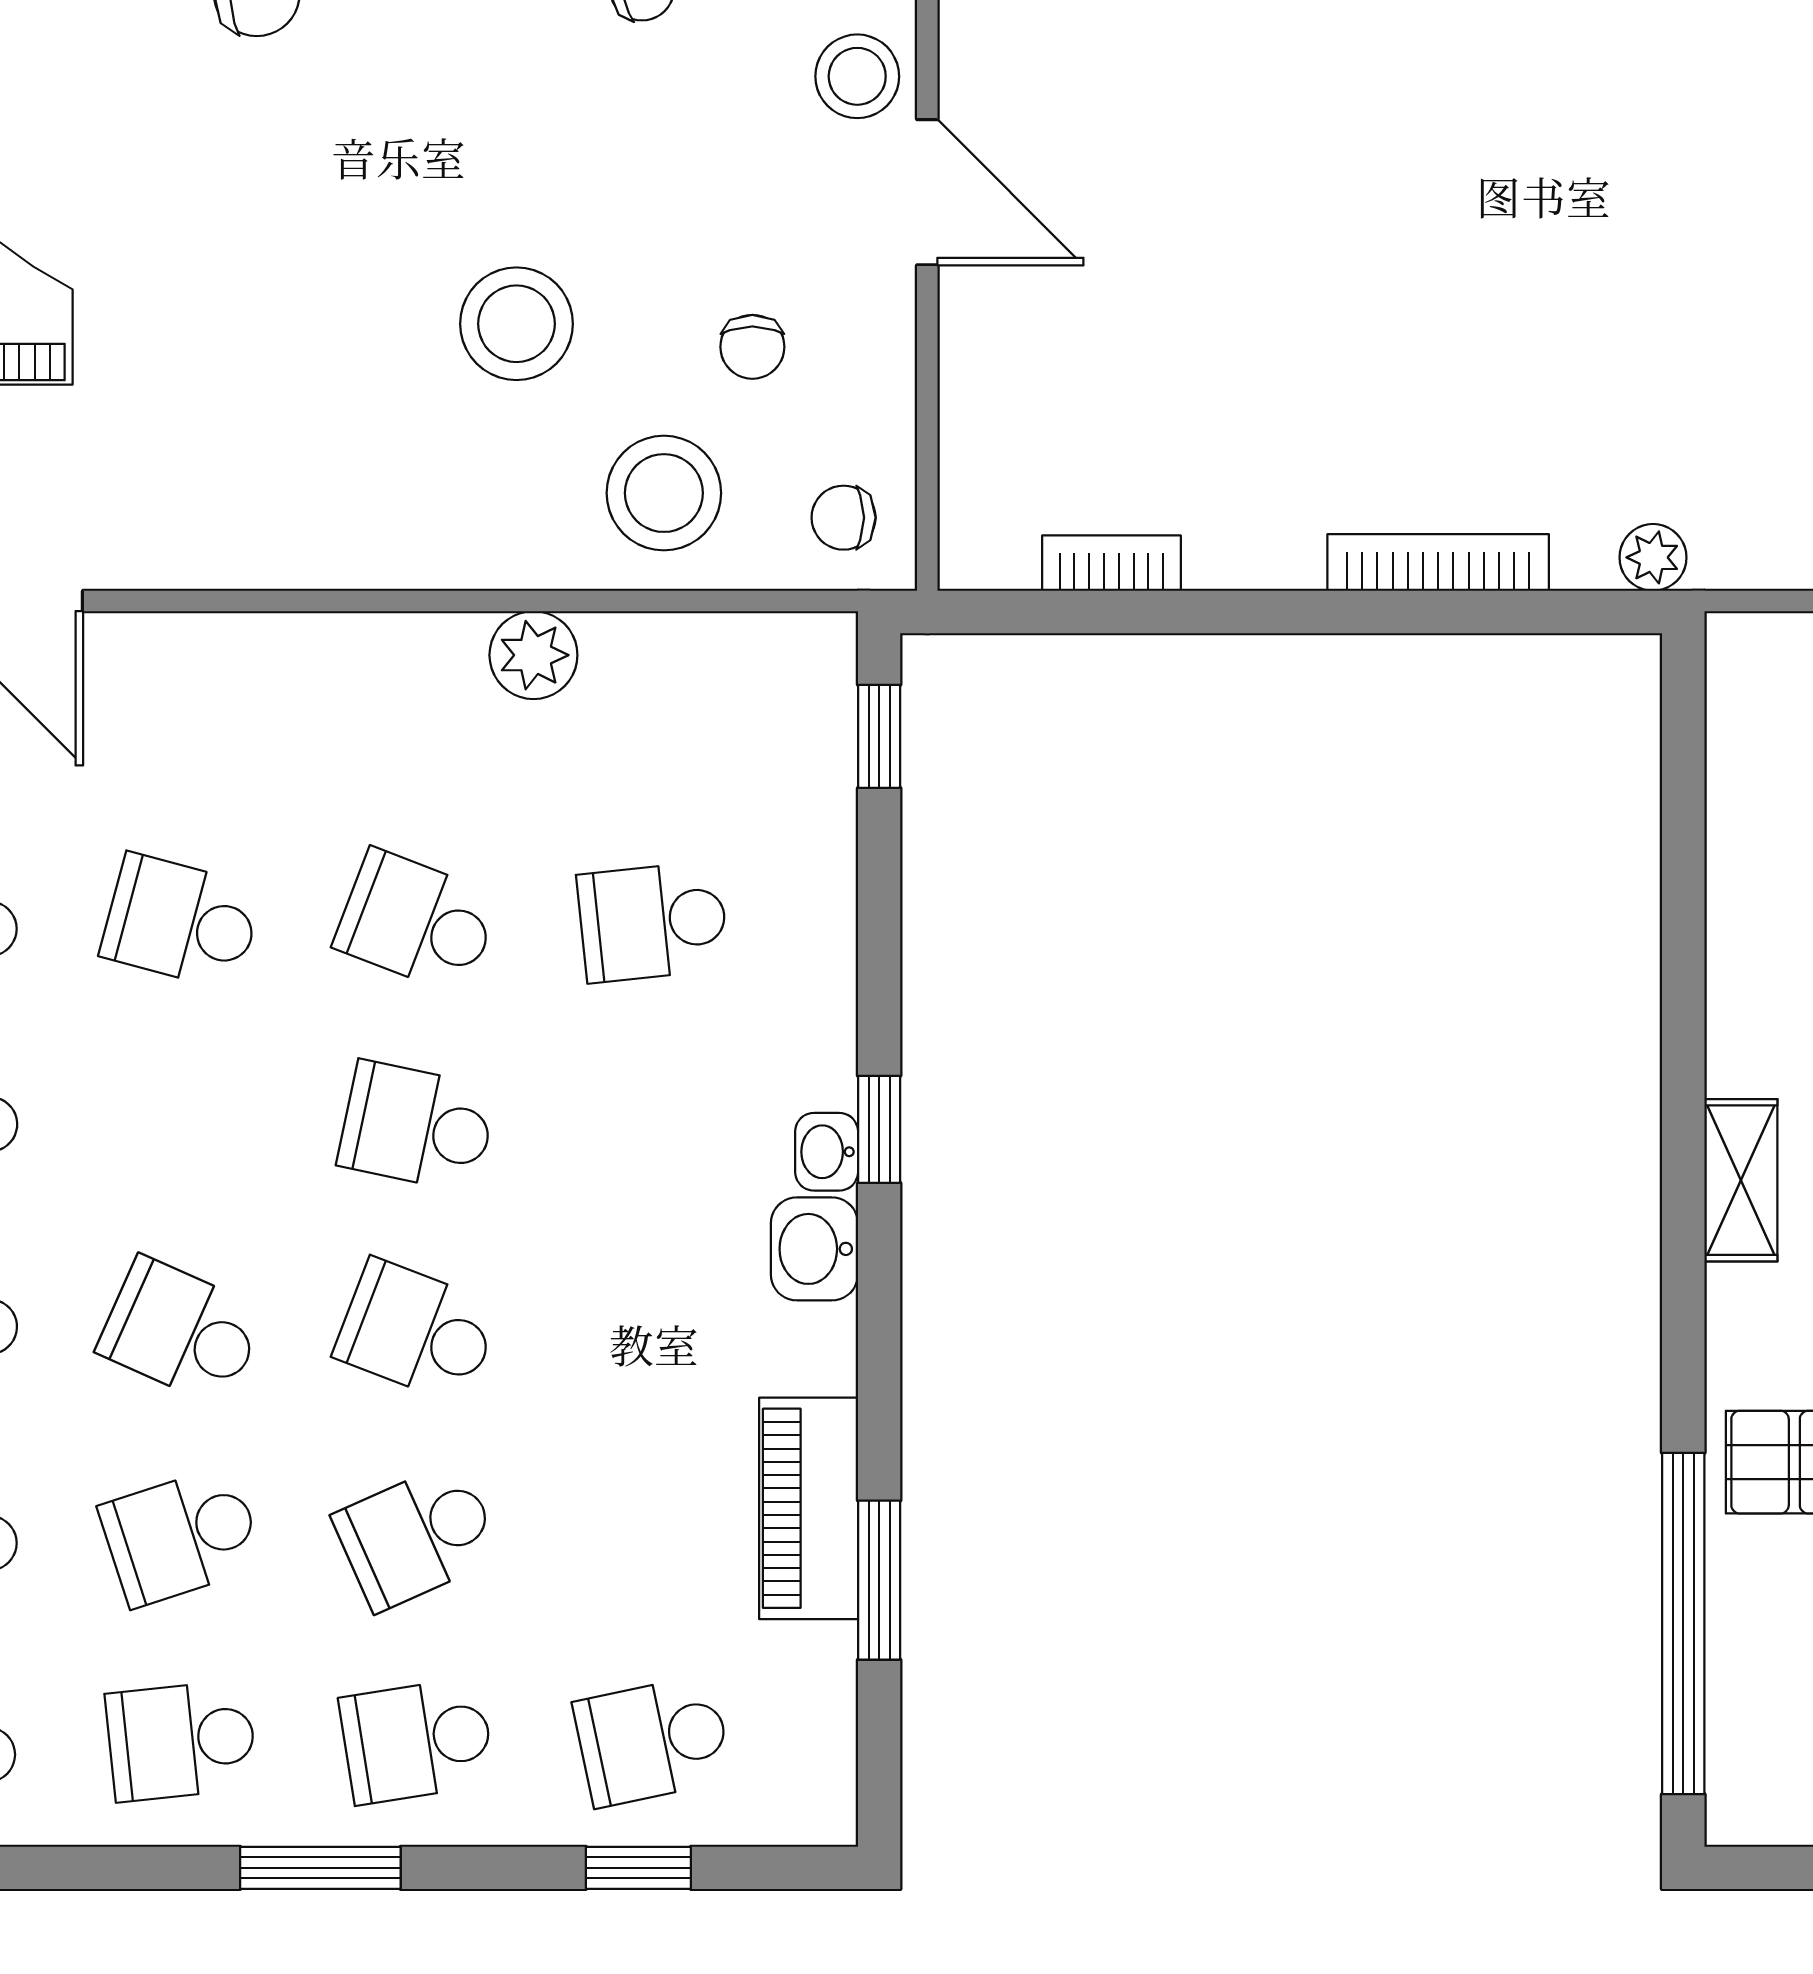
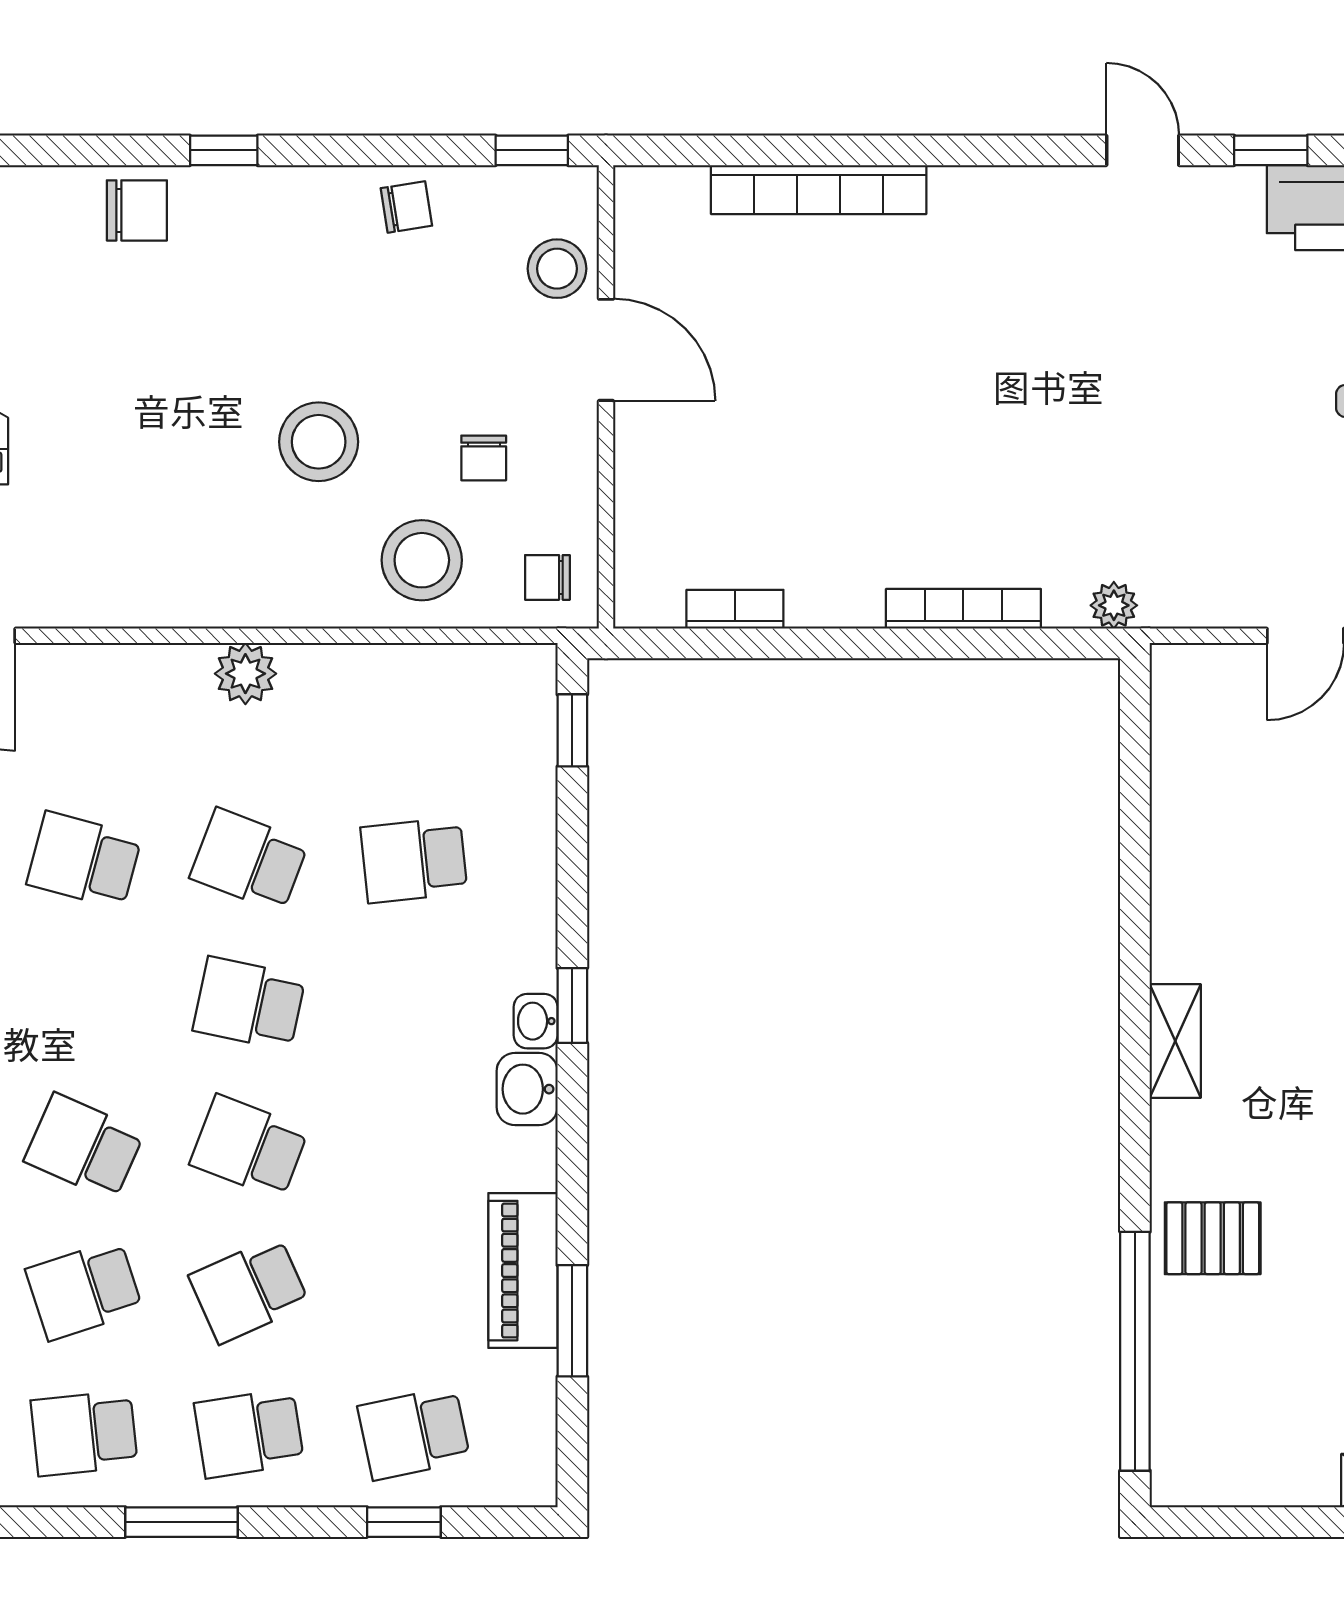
plant: (533, 655) -> (245, 674), moved

